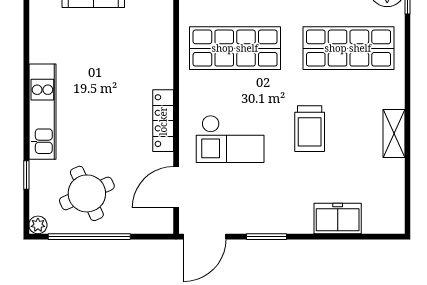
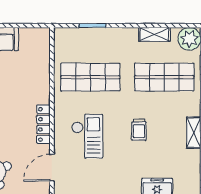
trolley: (310, 129) -> (139, 130), width x0.73, depth x0.72
checkout: (230, 139) -> (87, 136), turned -90

